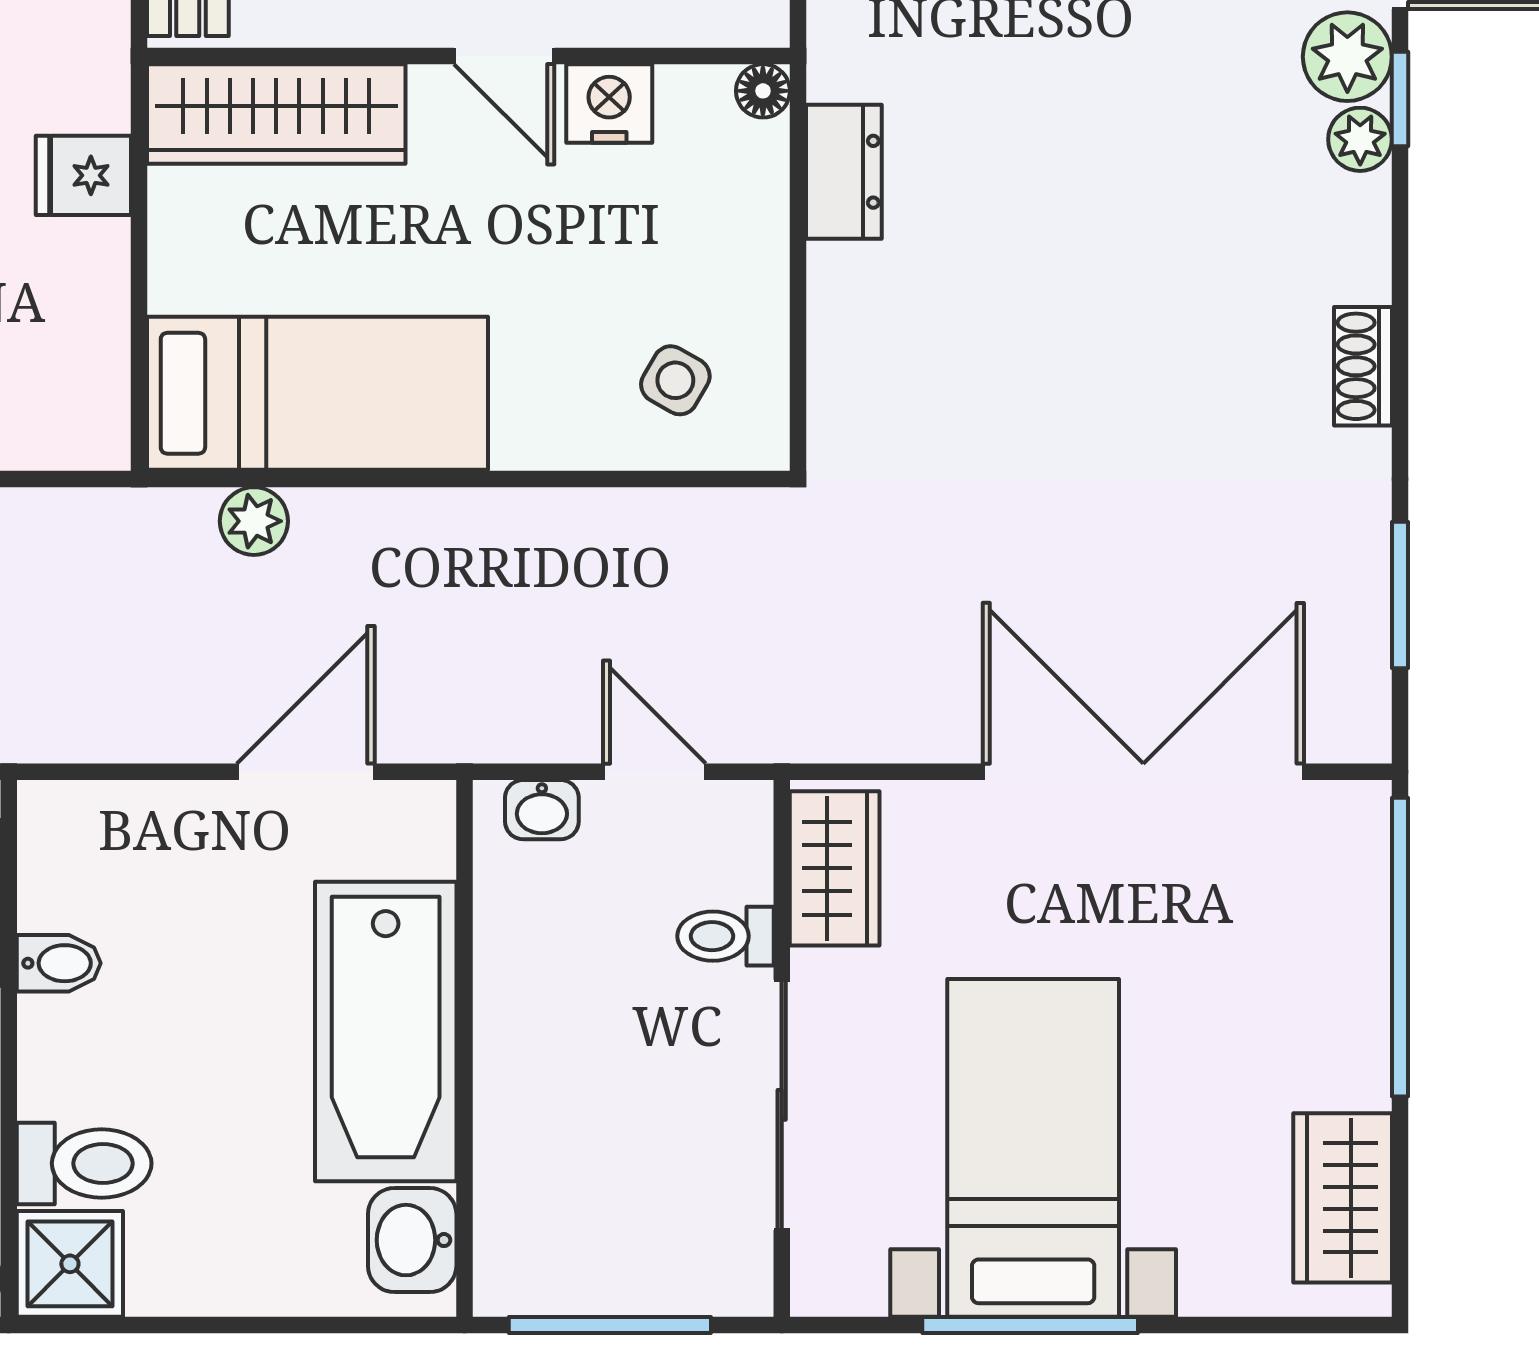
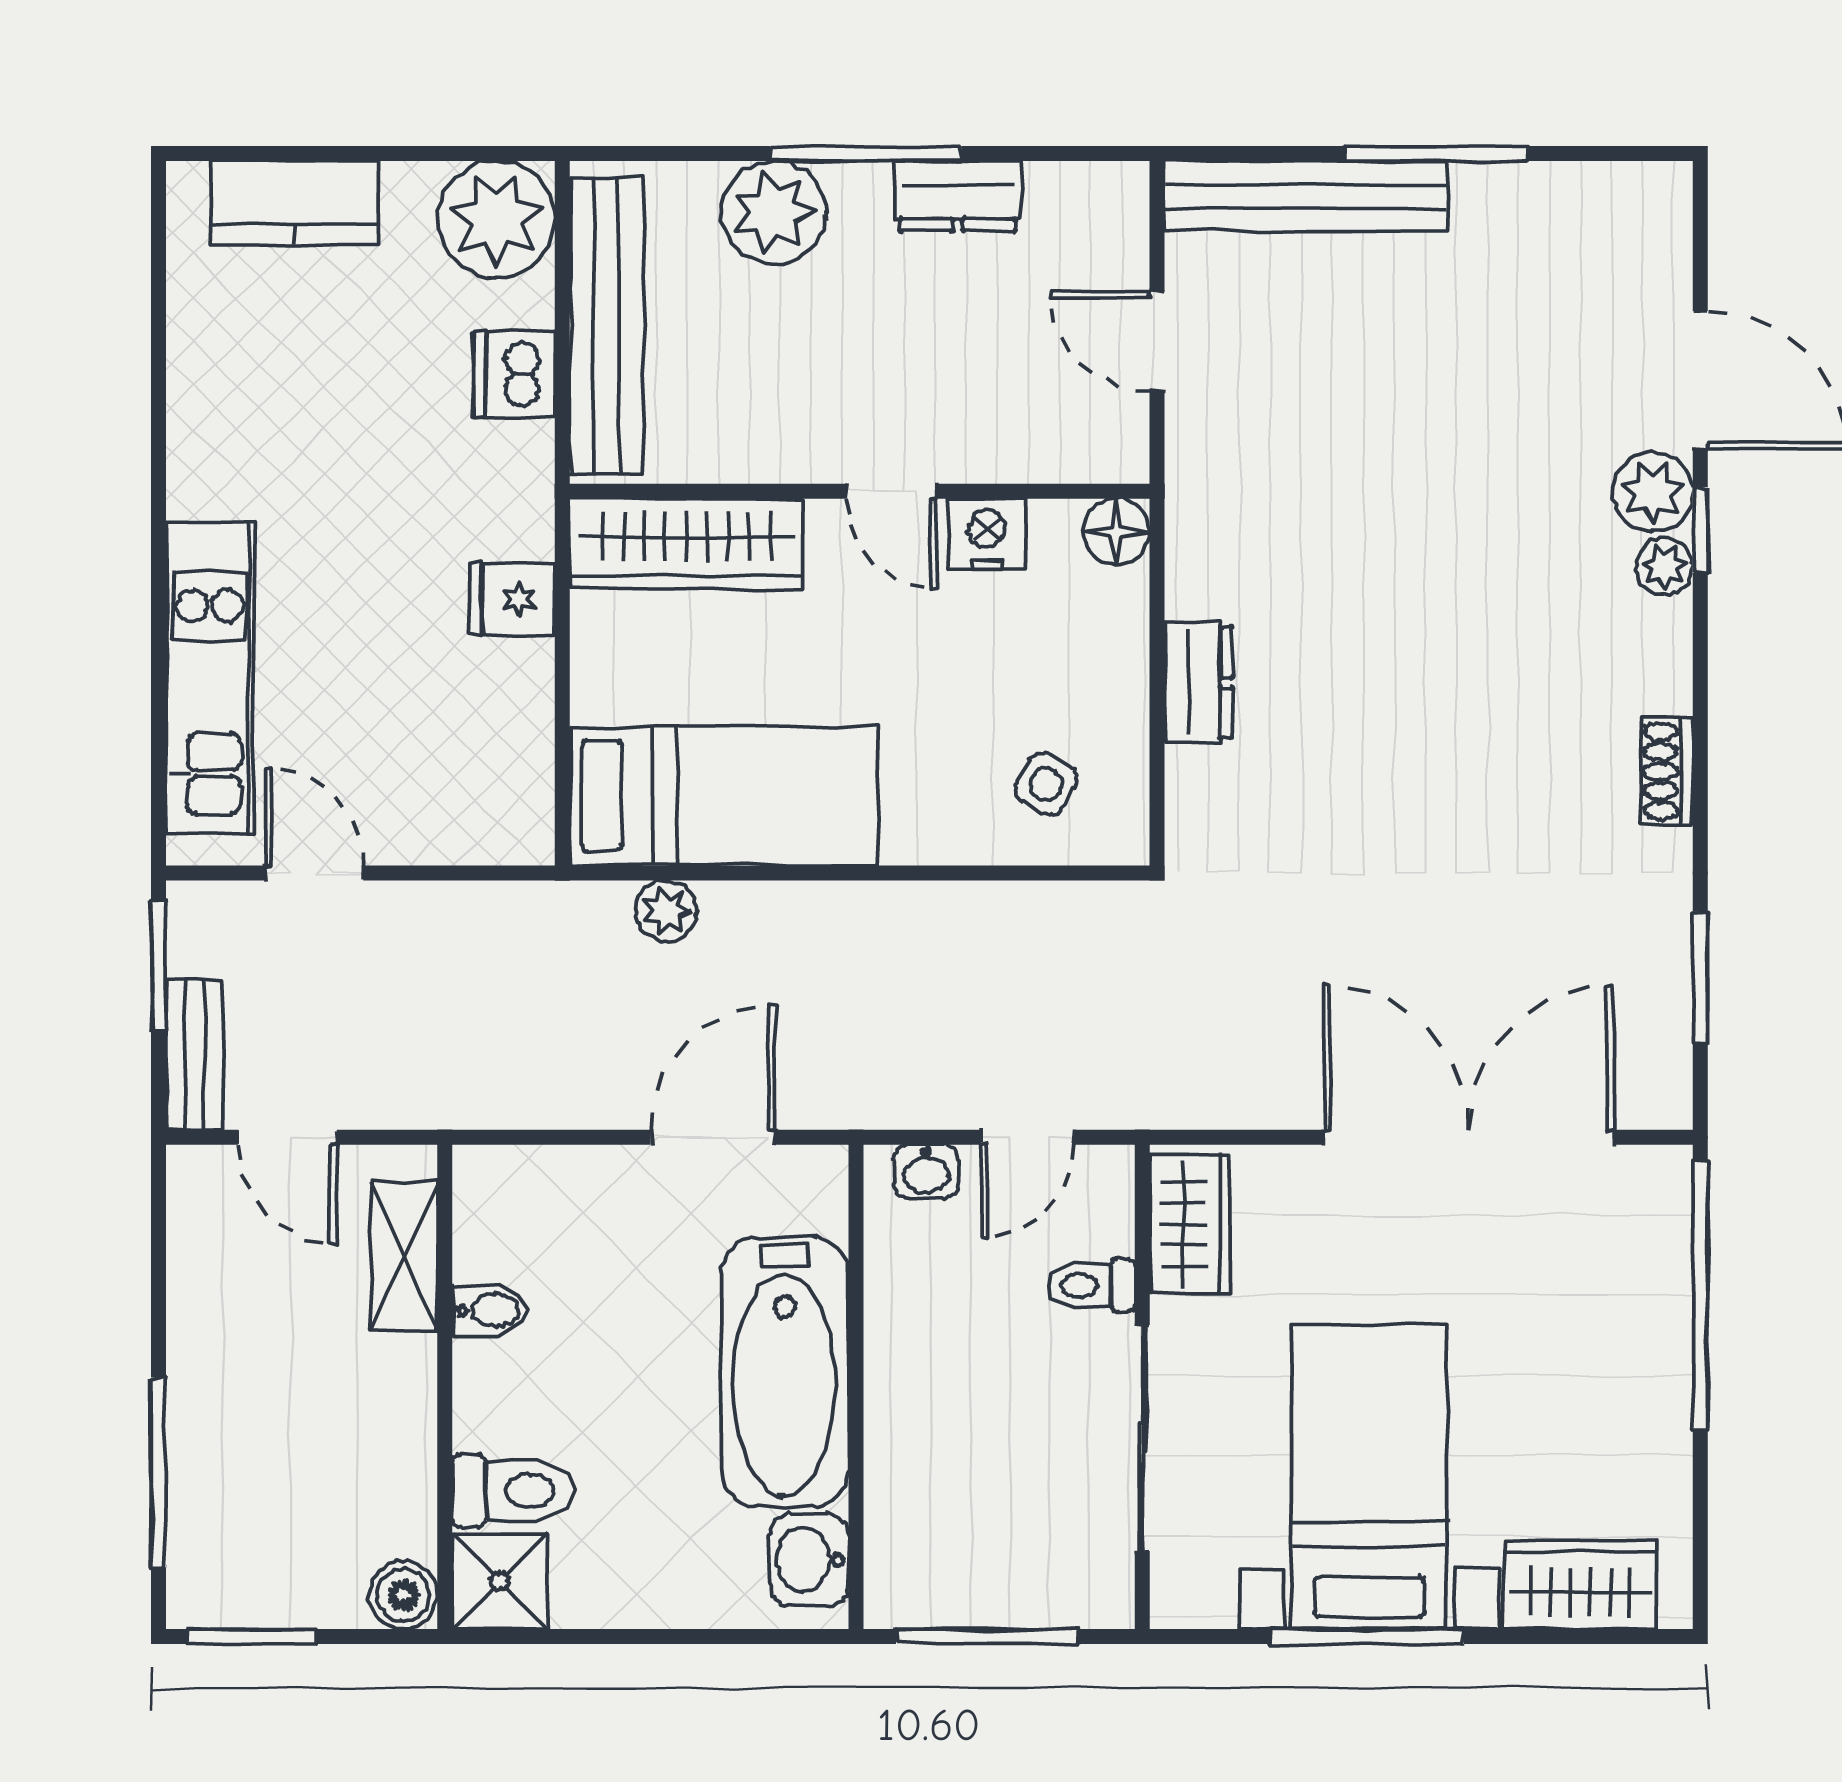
floor lamp: (763, 91) -> (1116, 532), width x1.37, depth x1.37
dresser: (844, 172) -> (1198, 682), moved
door: (654, 772) -> (1027, 1137), swing flipped
wardrobe: (1343, 1198) -> (1581, 1585), moved, turned 90

